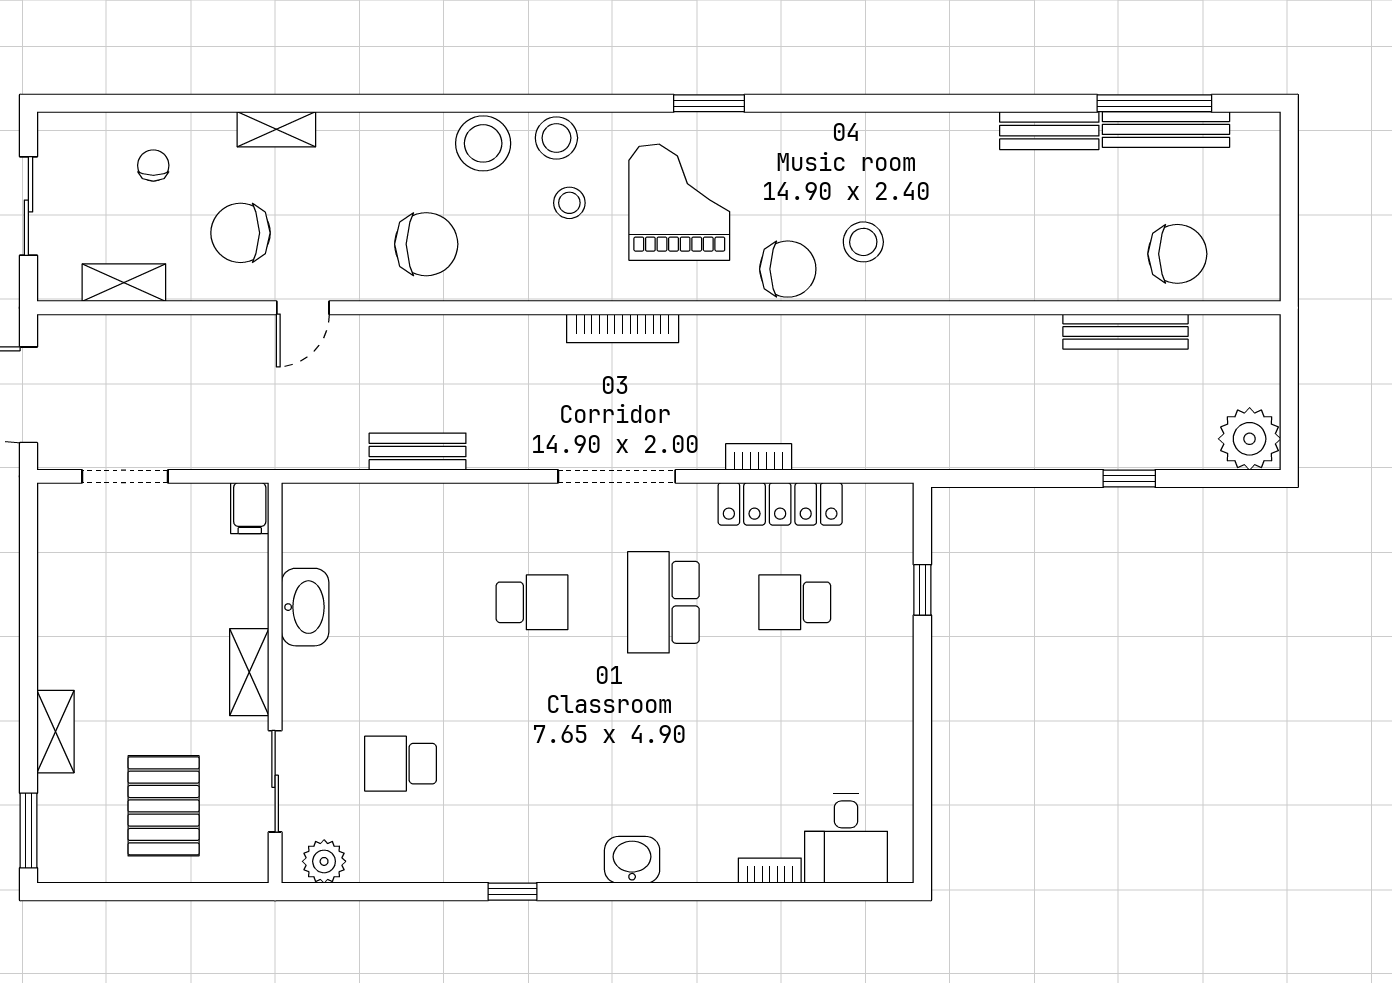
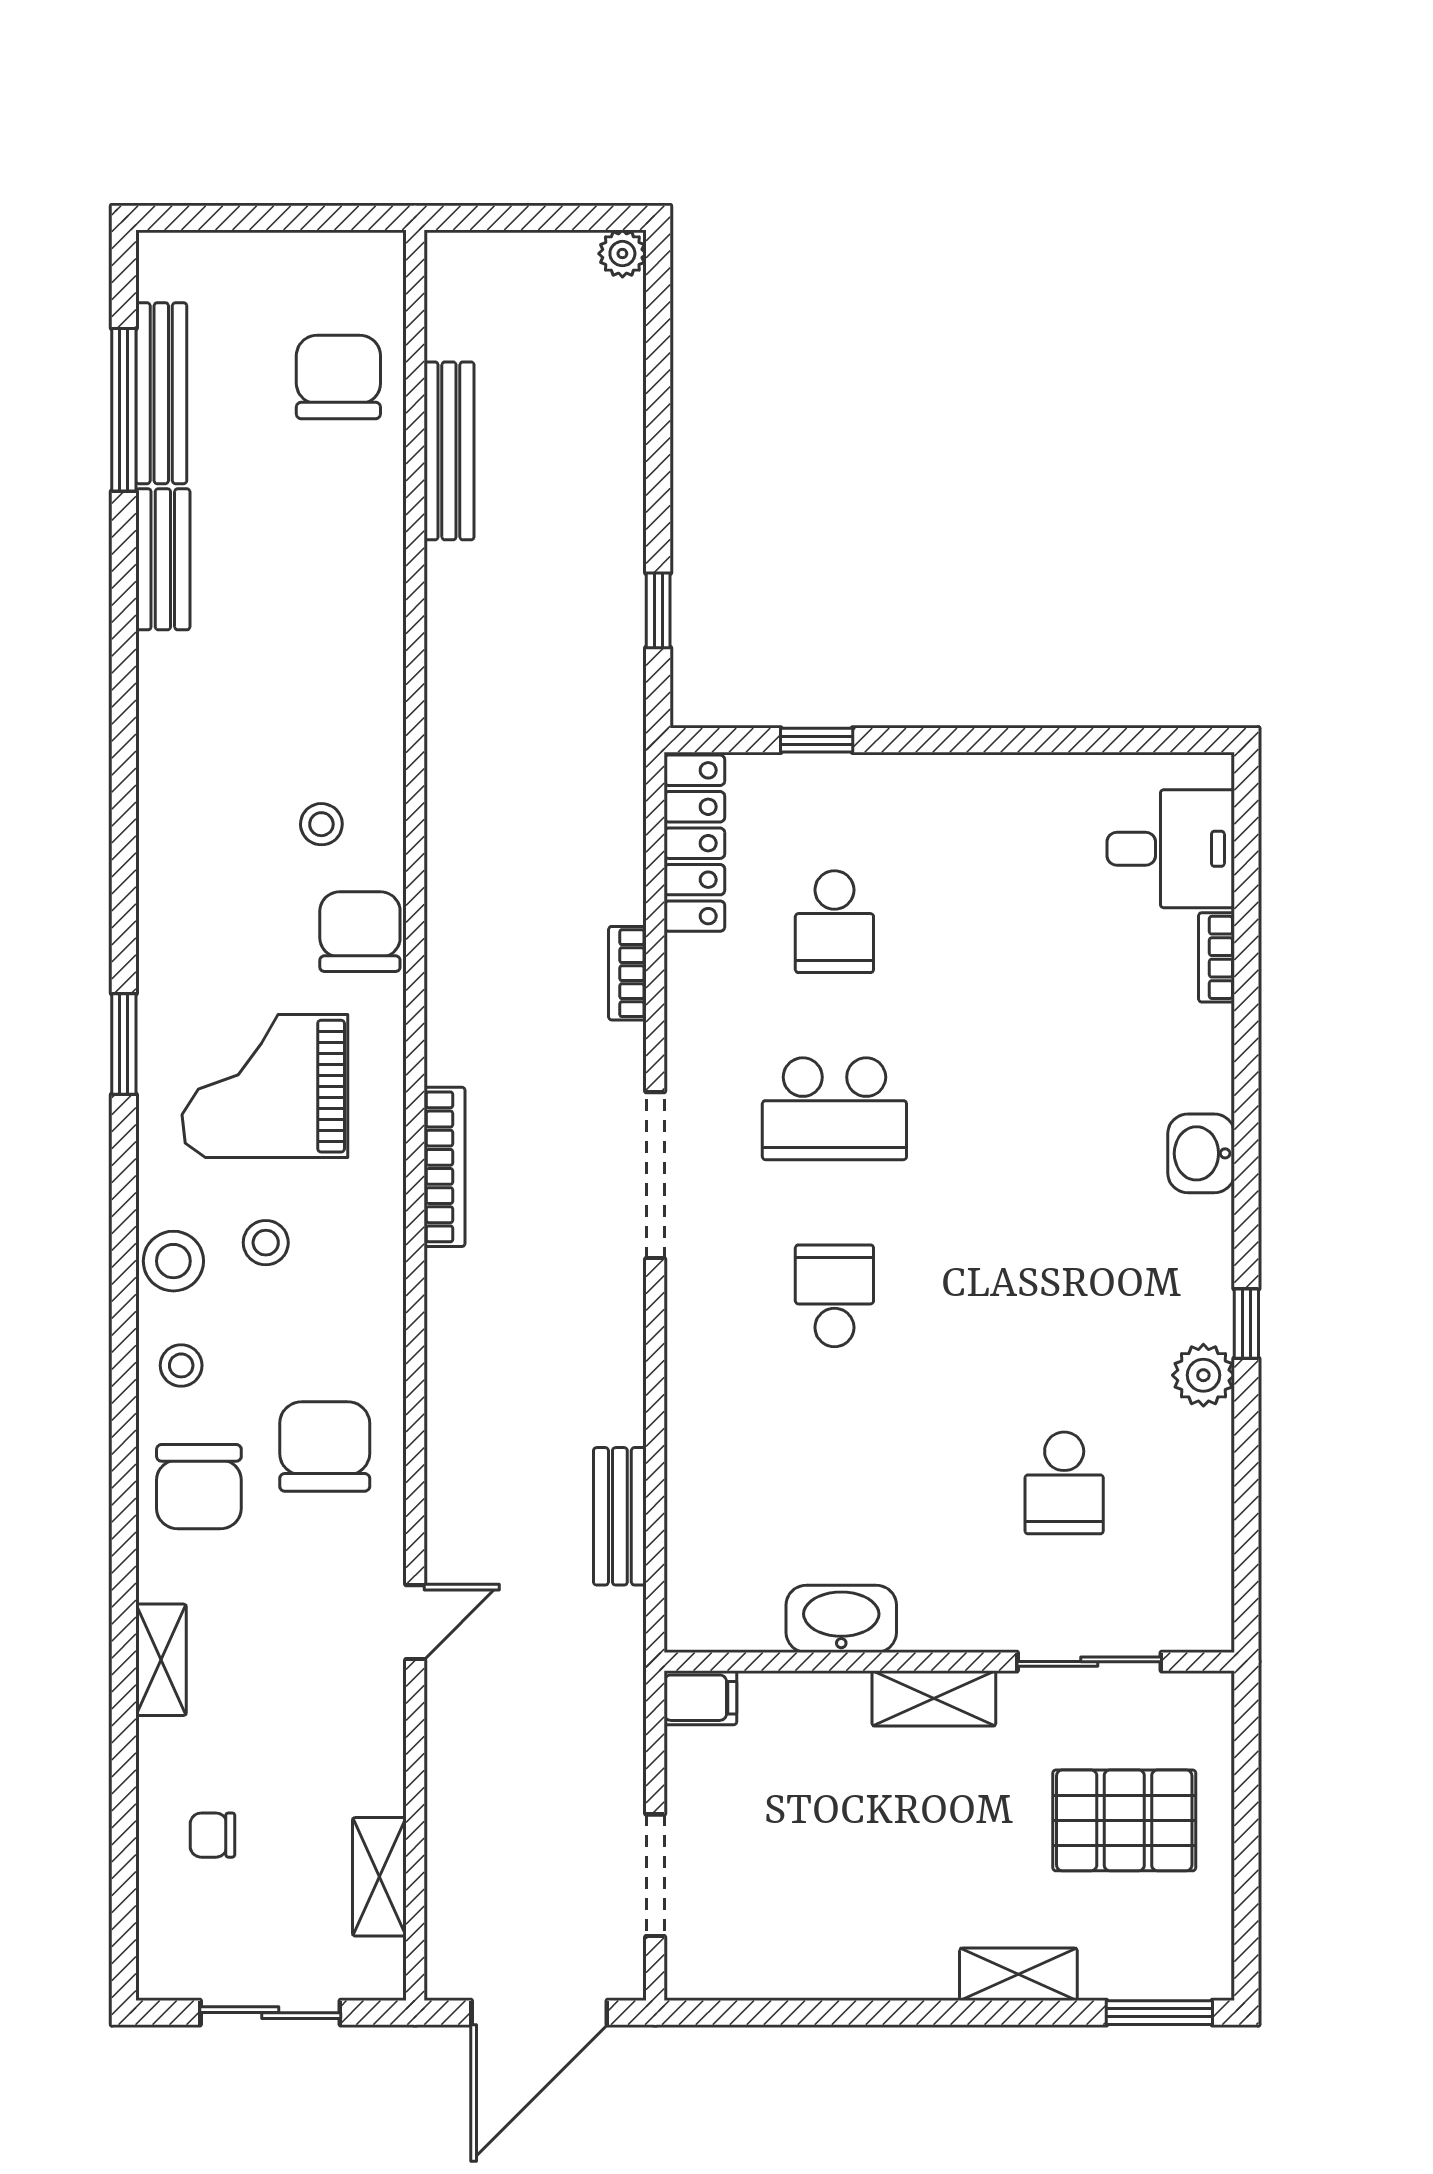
stool: (483, 143) -> (181, 1365), width x0.53, depth x0.53
chair: (241, 233) -> (199, 1487), moved
stool: (863, 242) -> (321, 824), width x0.73, depth x0.73
door: (303, 308) -> (415, 1622), hinge flipped
plant: (1250, 439) -> (622, 254), width x0.53, depth x0.53
bench: (418, 452) -> (620, 1516), moved
window: (1129, 478) -> (658, 610), moved
locker: (780, 504) -> (694, 843), moved
plant: (324, 861) -> (1203, 1375), moved

